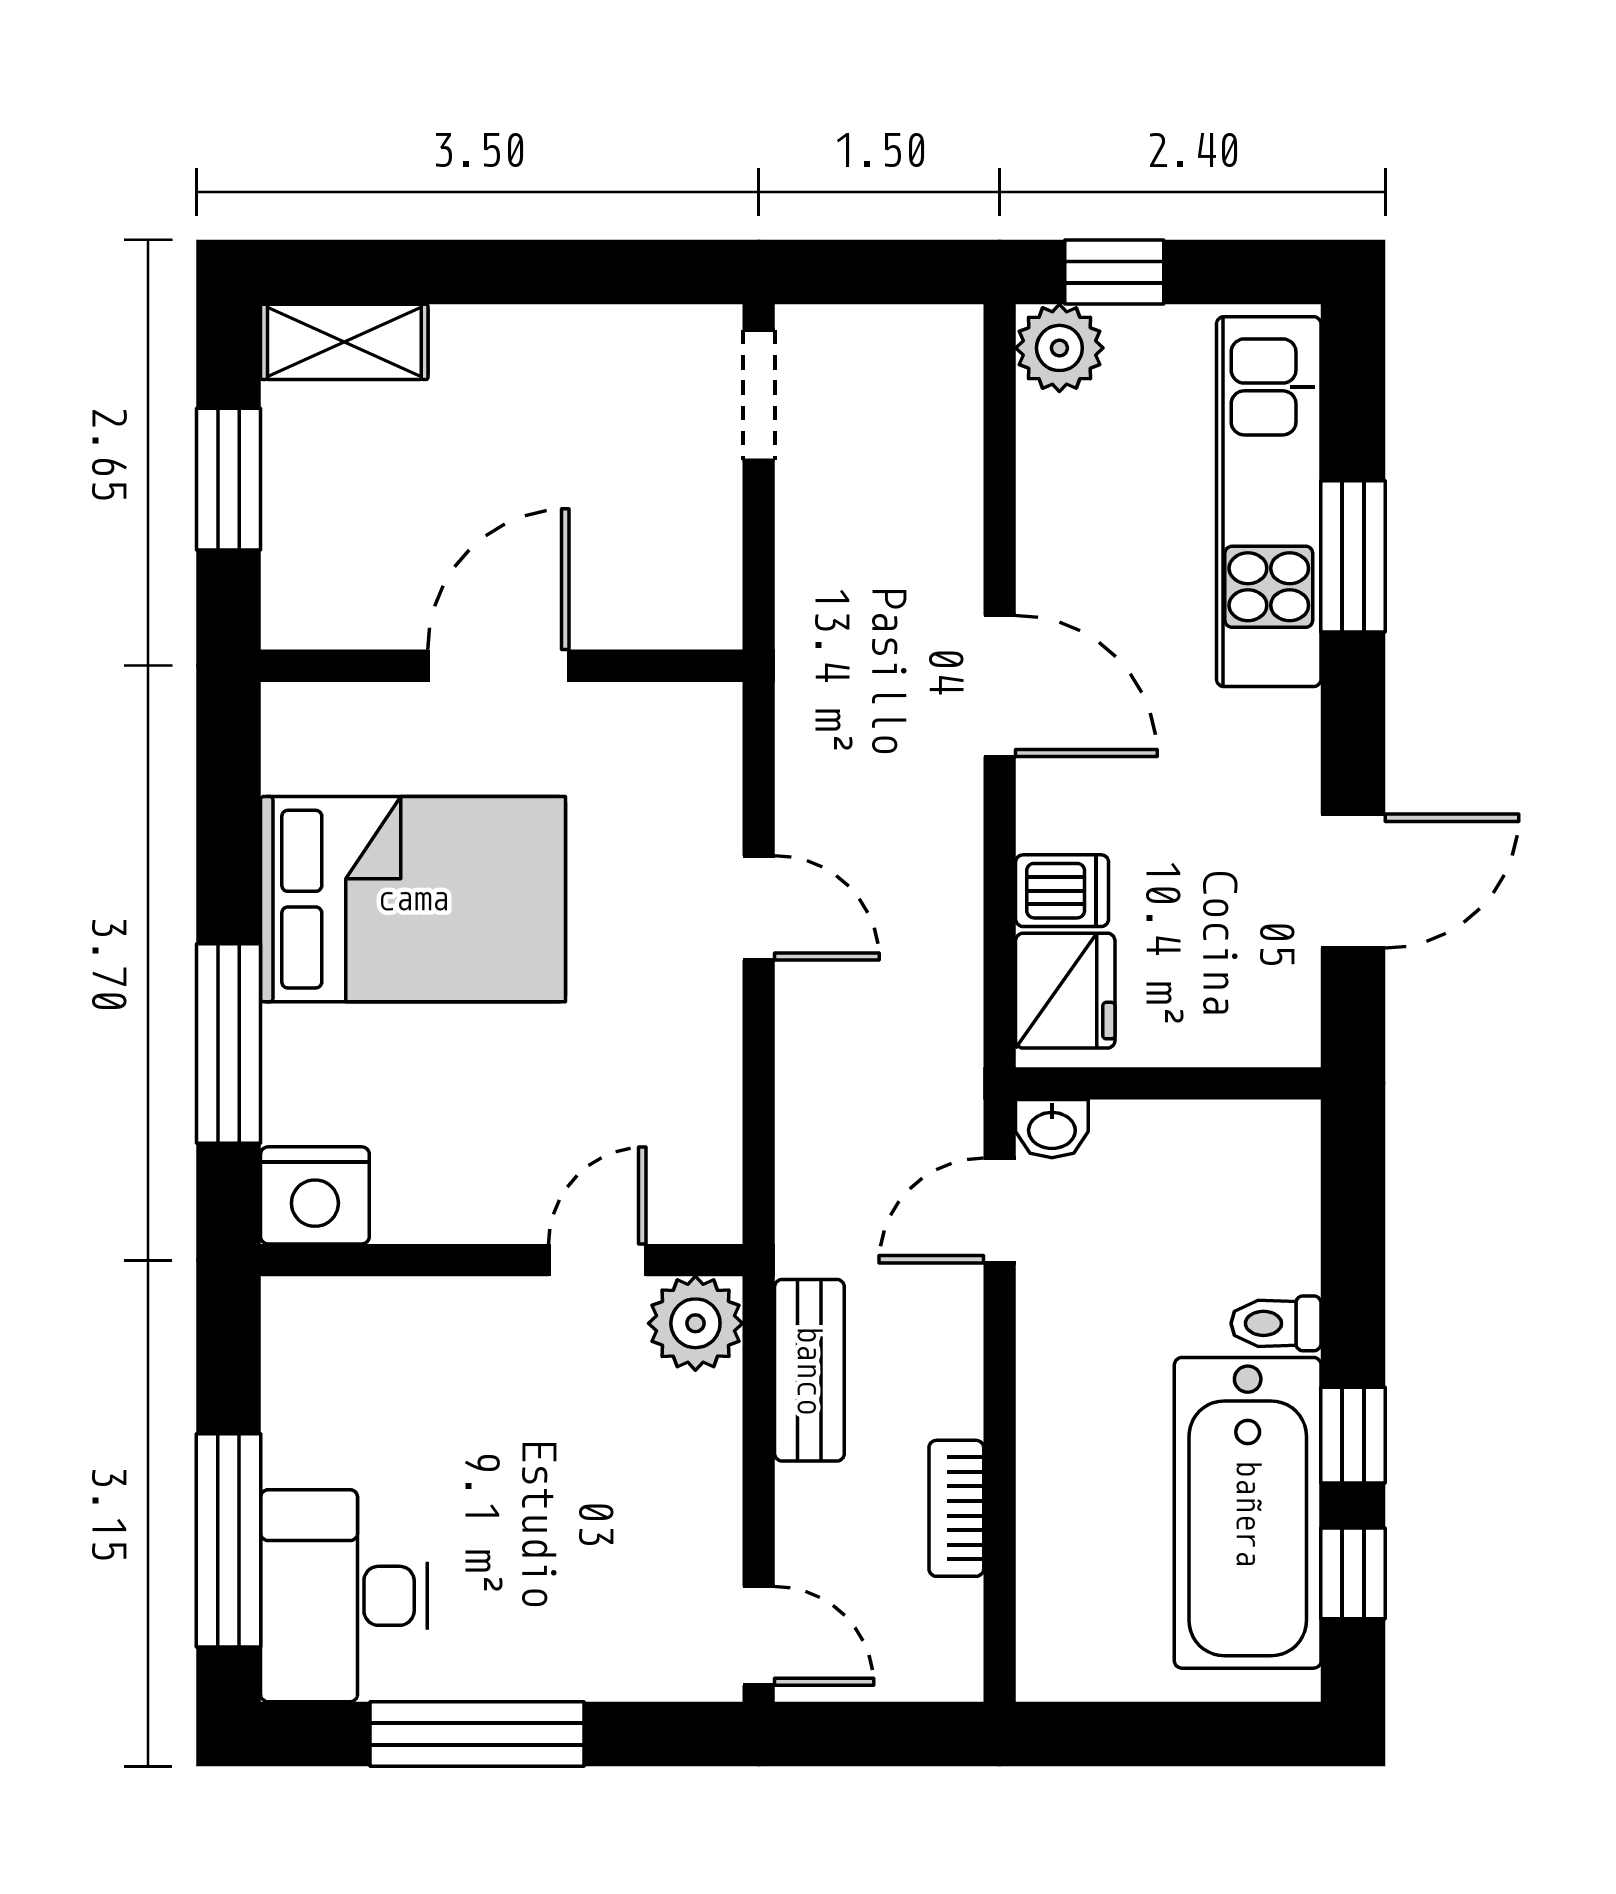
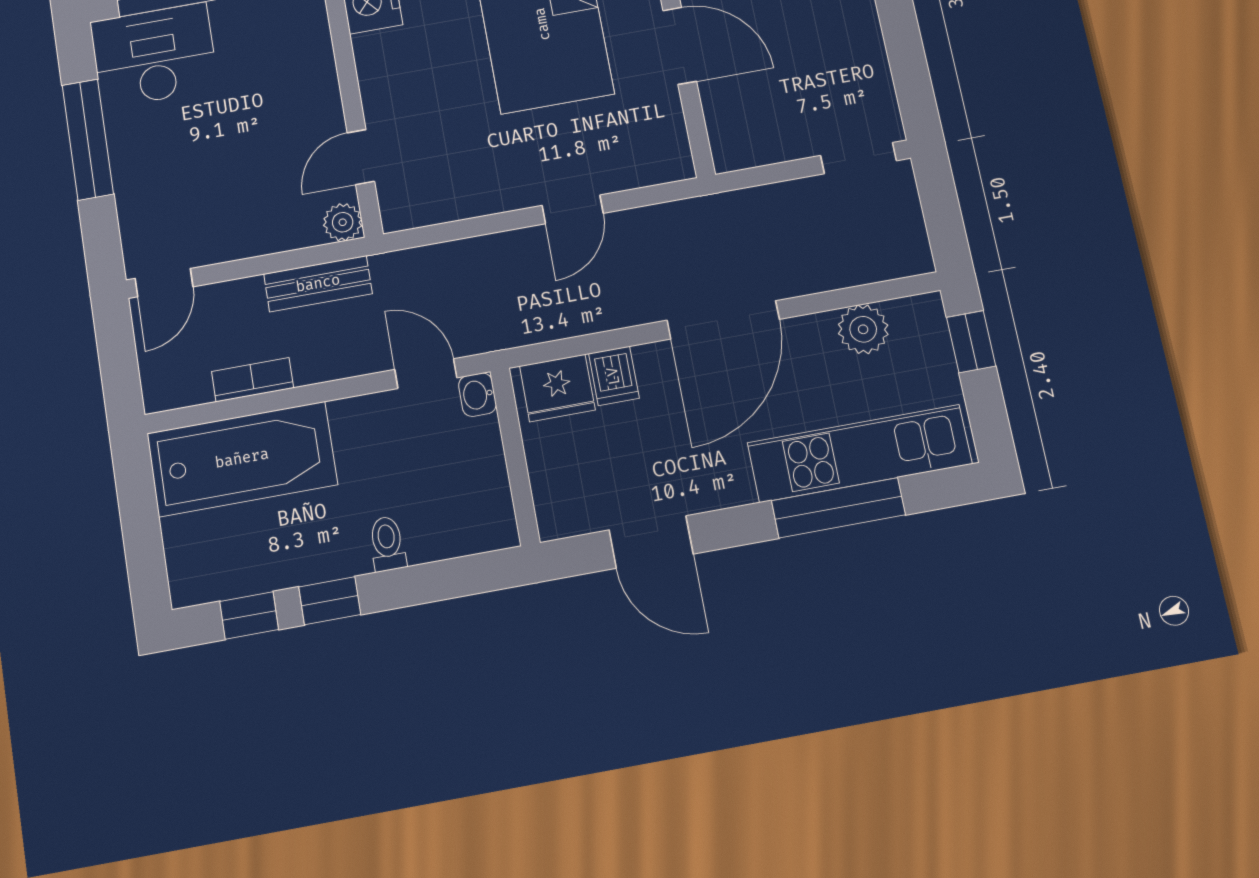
plant: (1059, 348) -> (863, 329), moved
window: (1353, 556) -> (838, 508), width x1.44
door: (1000, 686) -> (723, 320), width x1.36
door: (597, 1260) -> (361, 157), swing flipped
plant: (695, 1323) -> (343, 222), width x0.73, depth x0.73
bathtub: (1248, 1513) -> (242, 459), moved, turned 180

